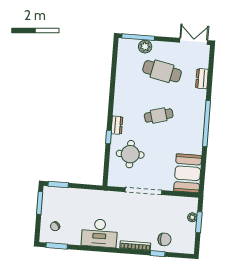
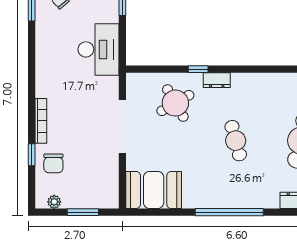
round table: (130, 154) -> (175, 103), turned -30
plant: (192, 217) -> (54, 202), moved
desk: (99, 233) -> (98, 49), moved, turned 180

